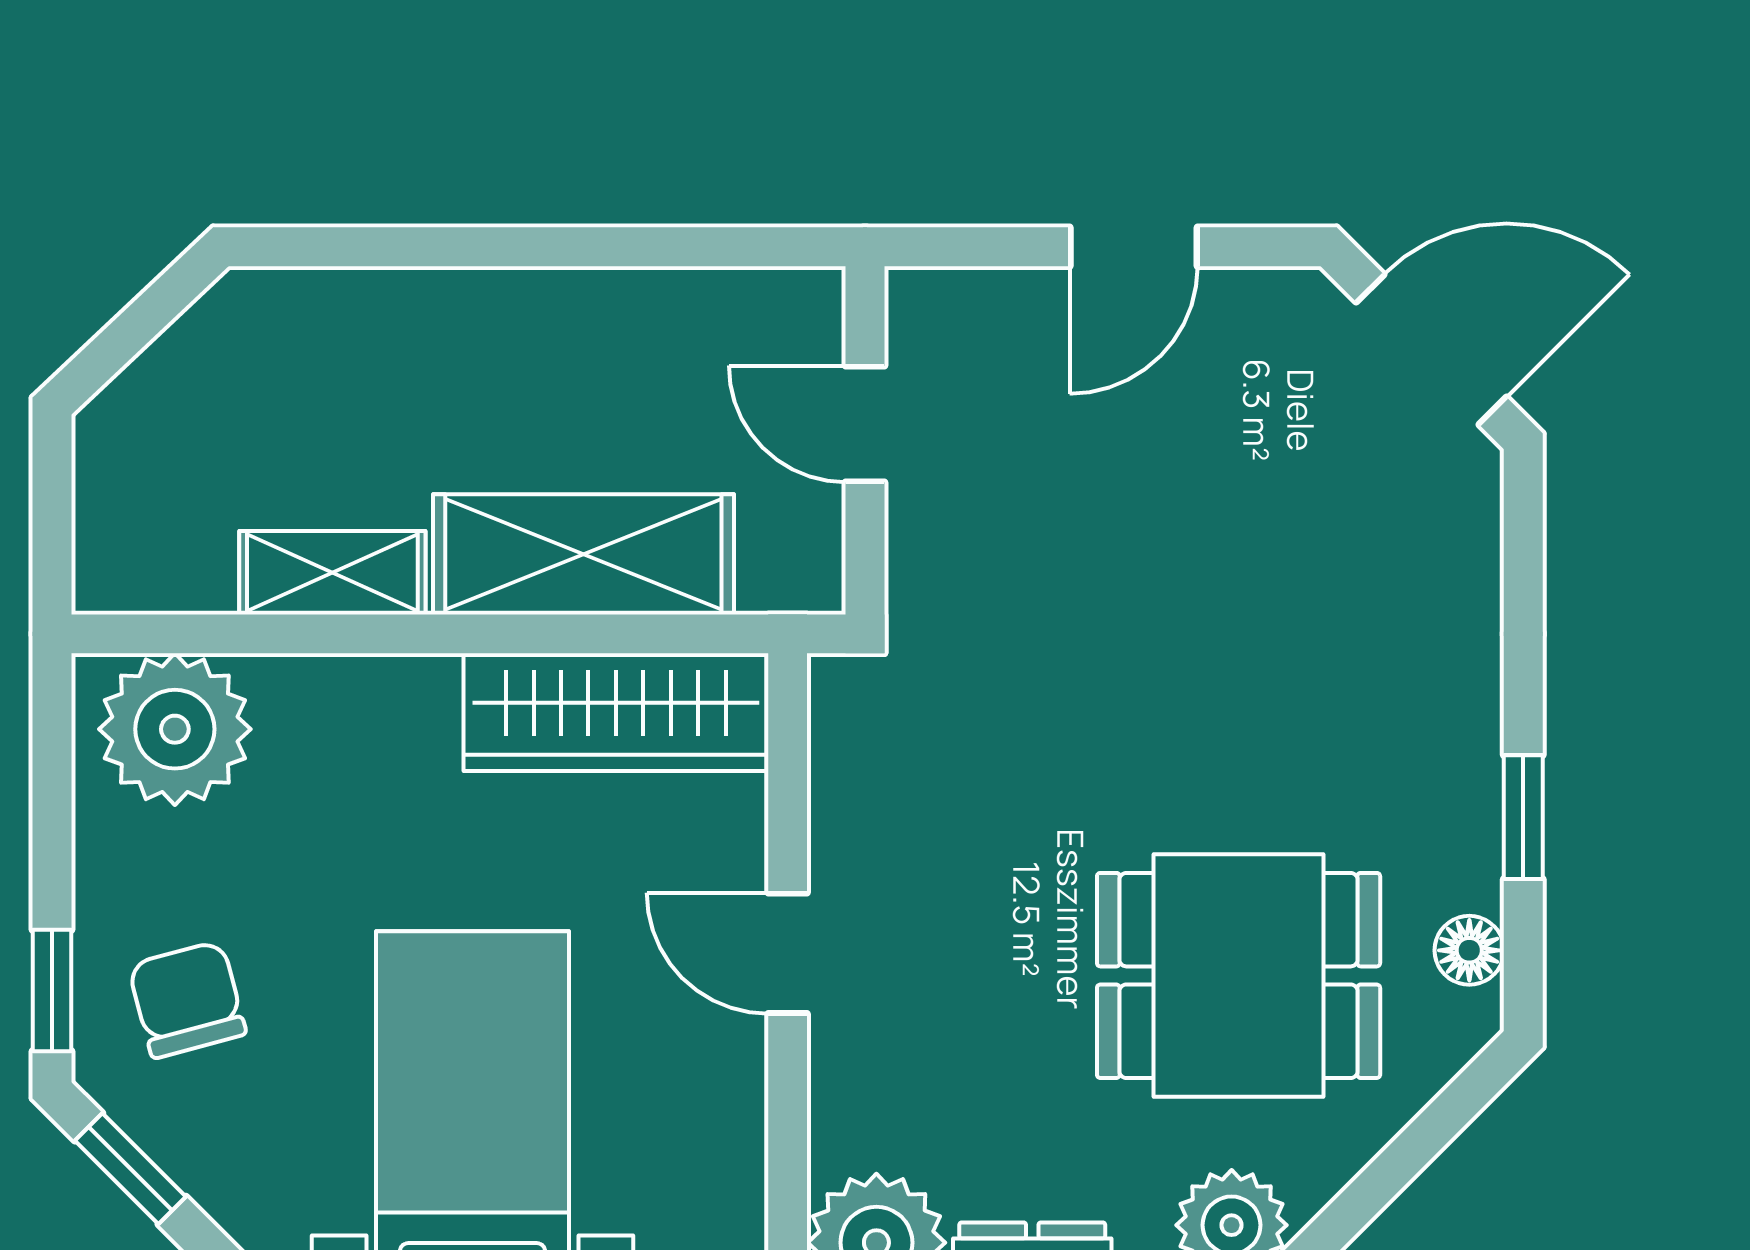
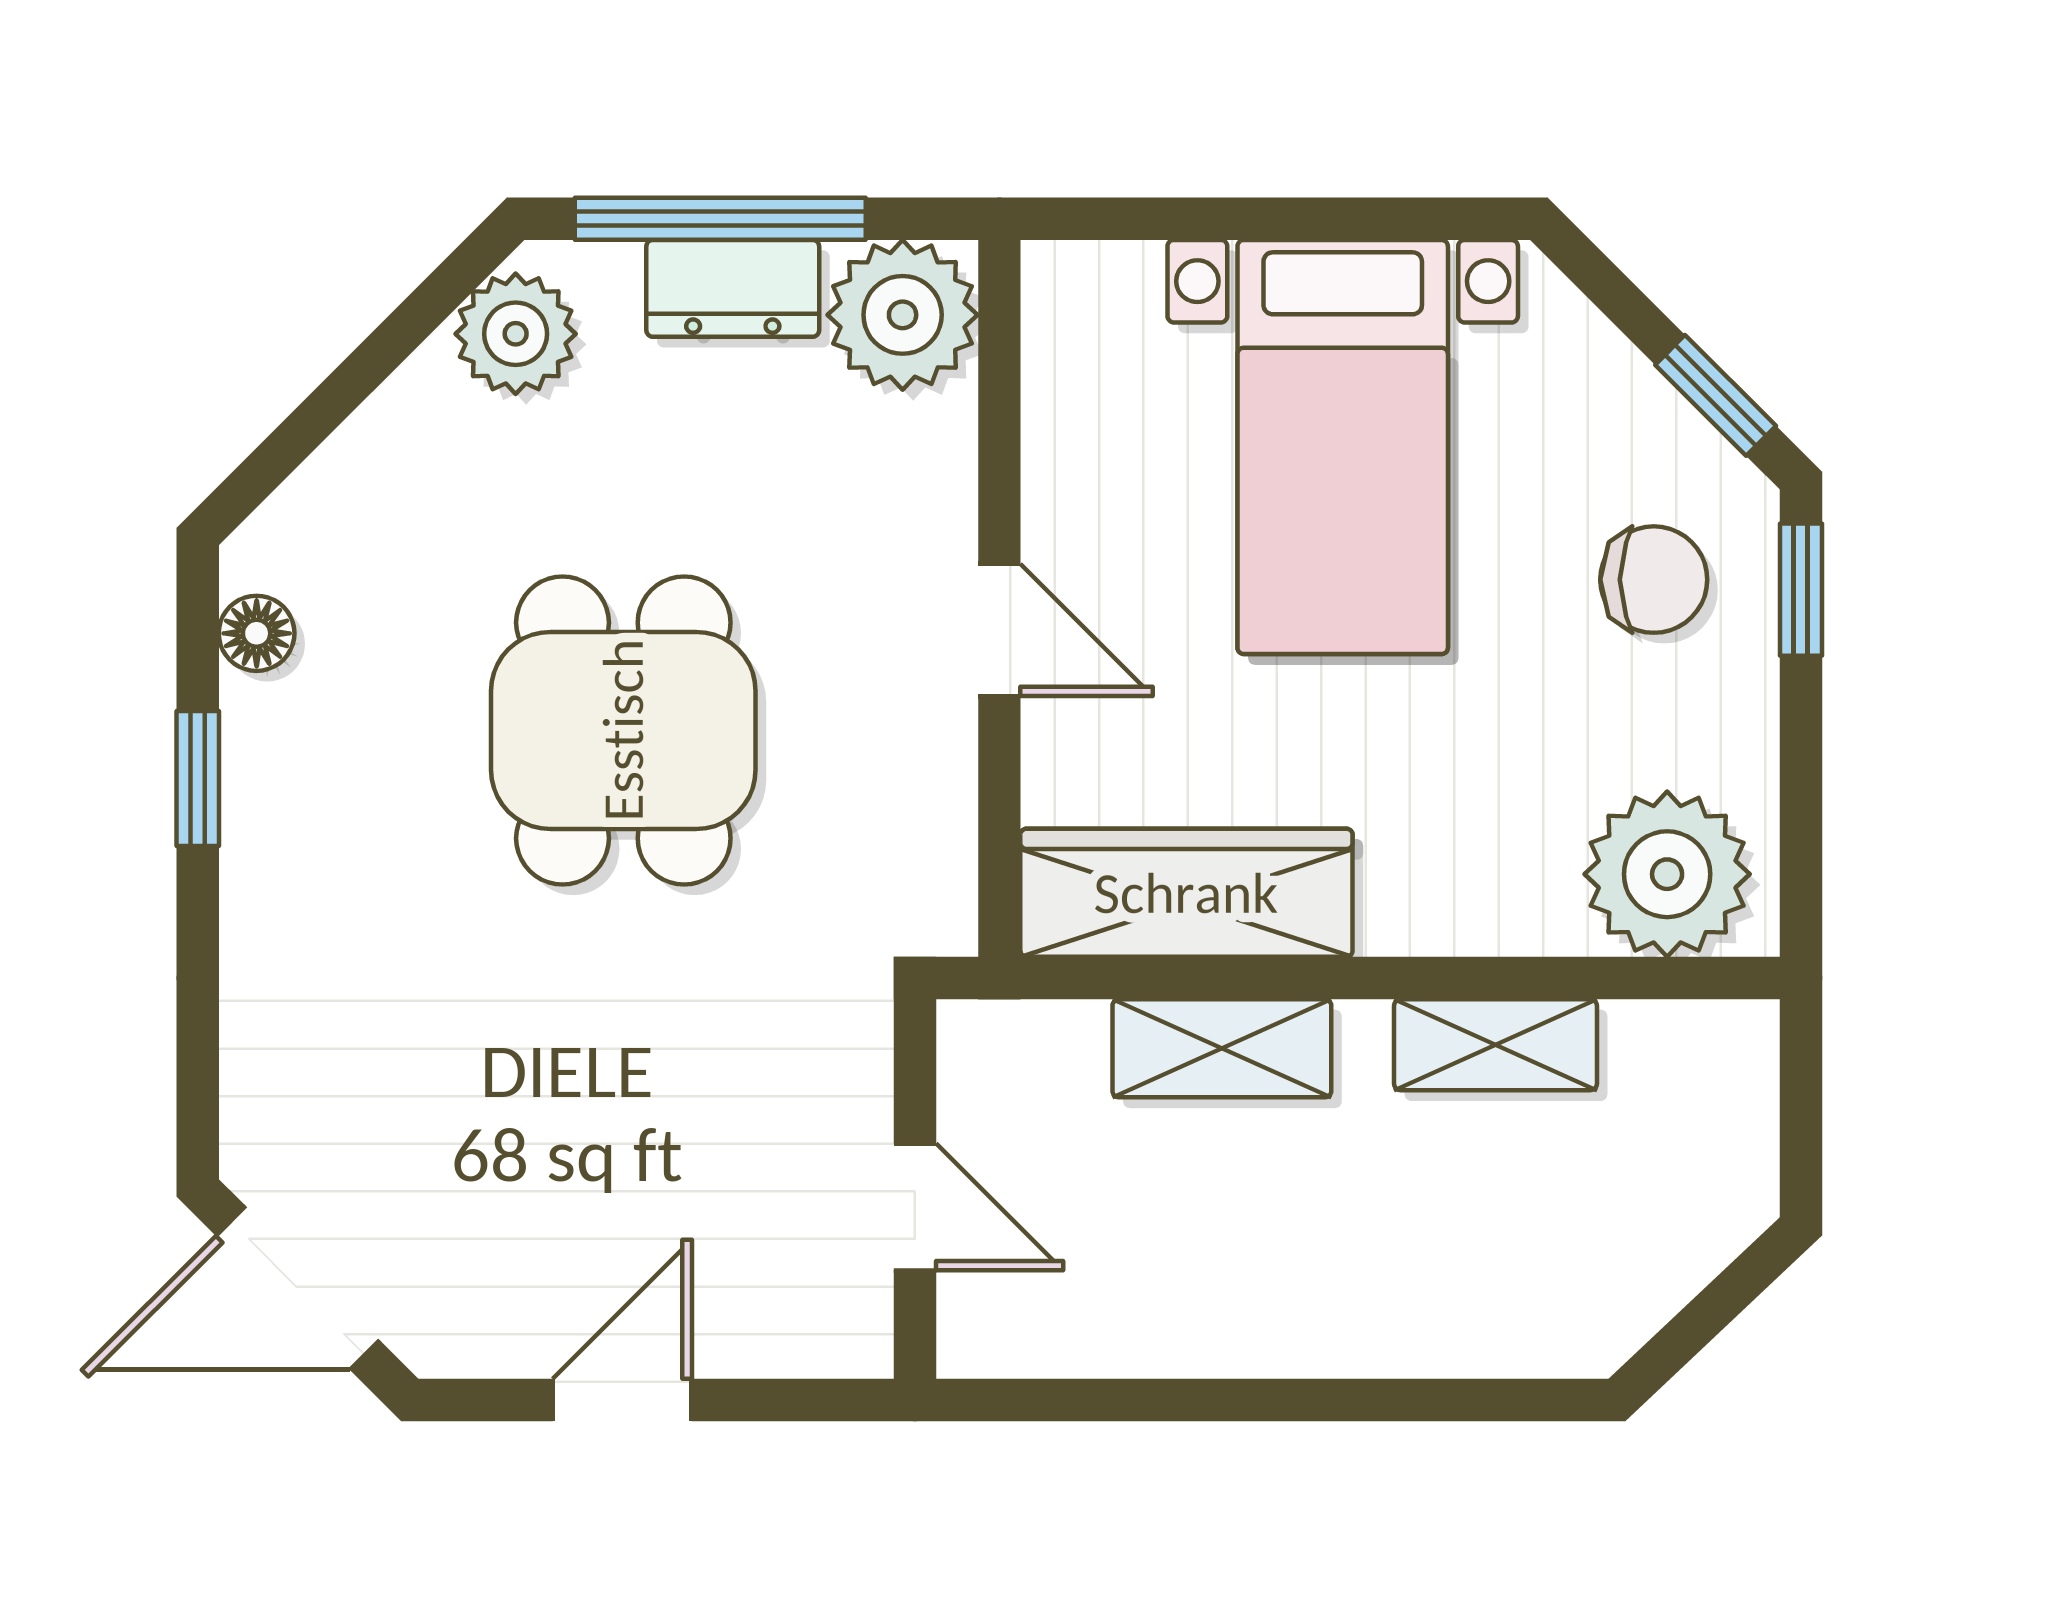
shelving: (583, 554) -> (1222, 1048), width x0.67, depth x0.75
dining table: (1239, 975) -> (623, 730), moved, turned 90
chair: (187, 1000) -> (1654, 580), turned -75

